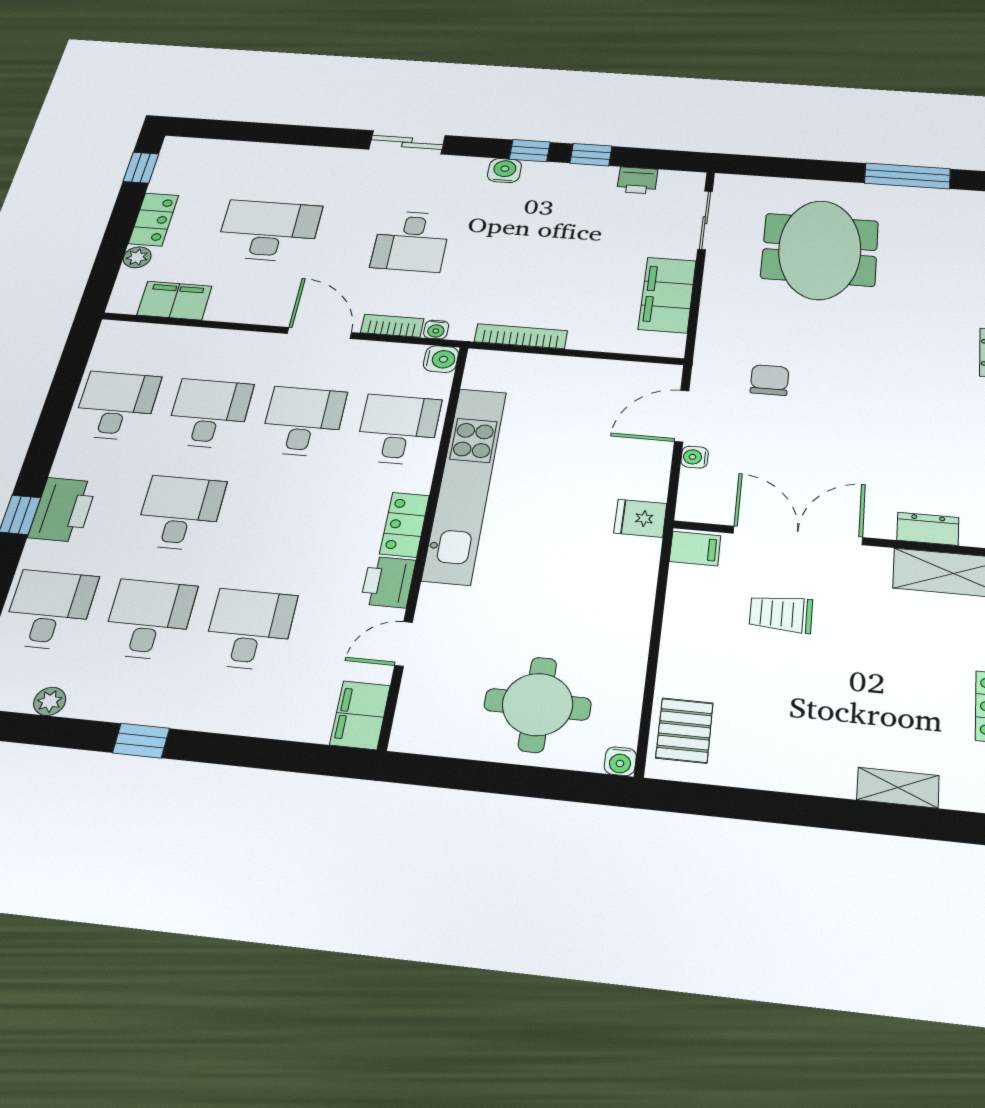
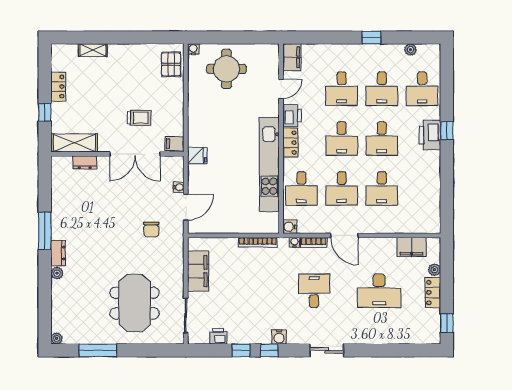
desk: (116, 406) -> (342, 139), moved

